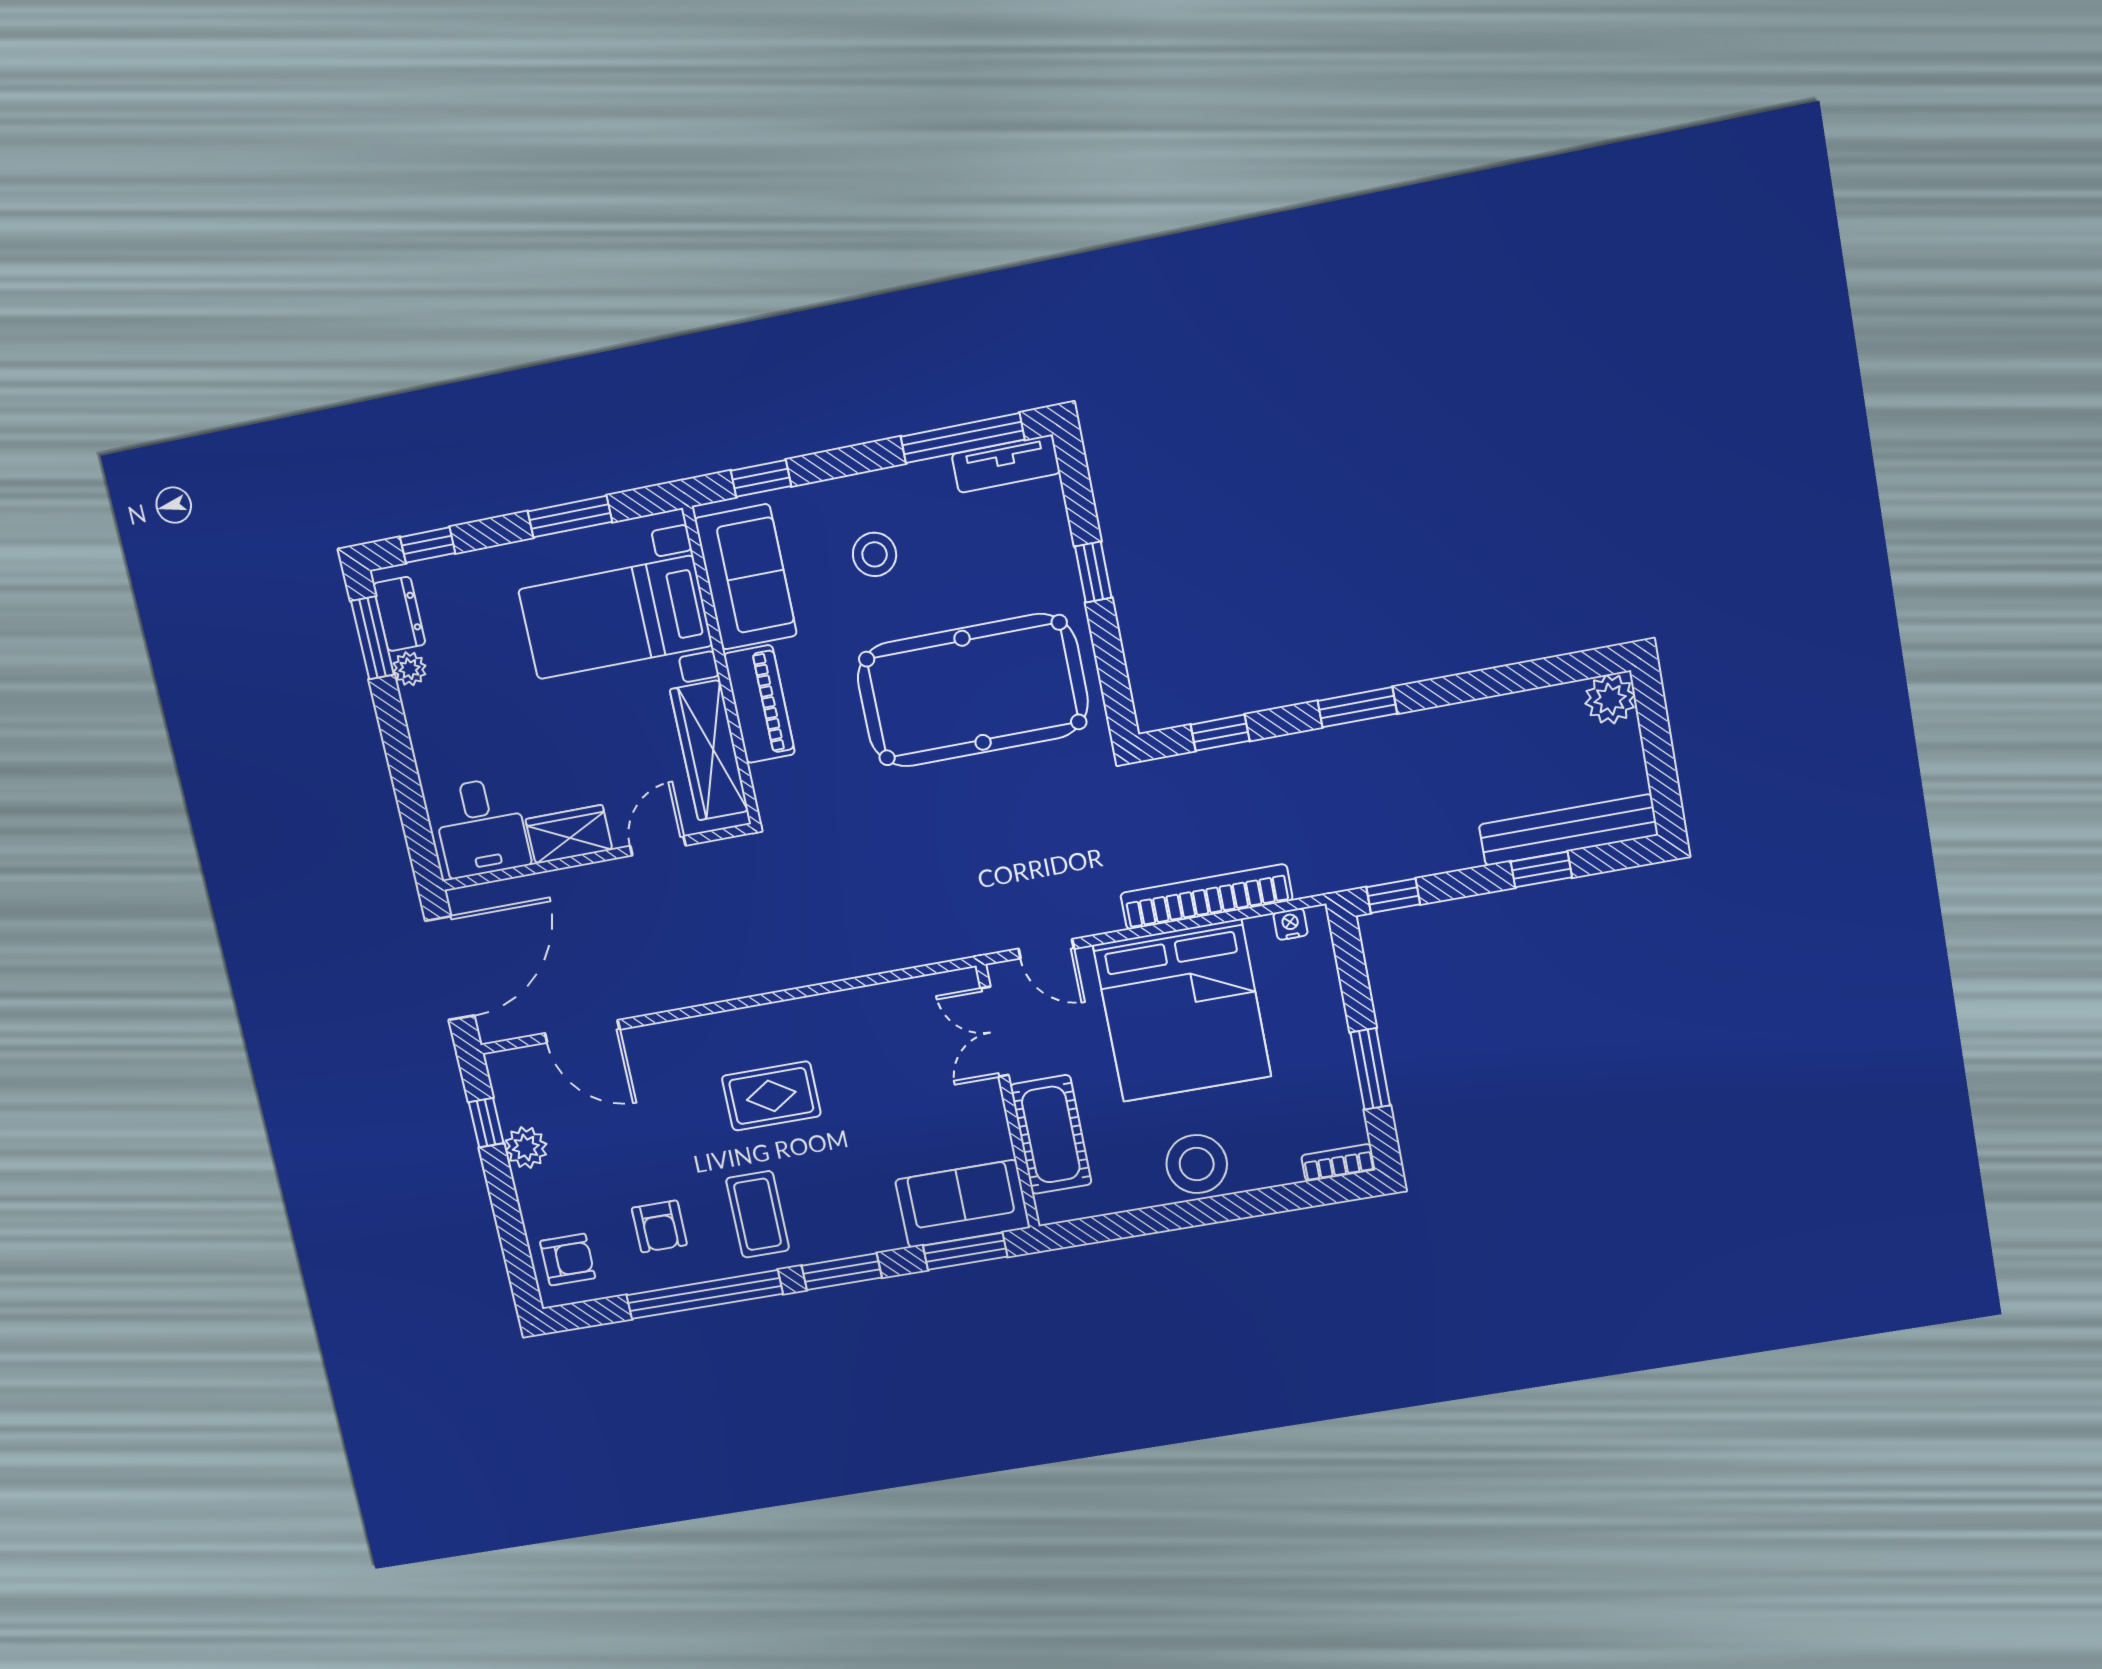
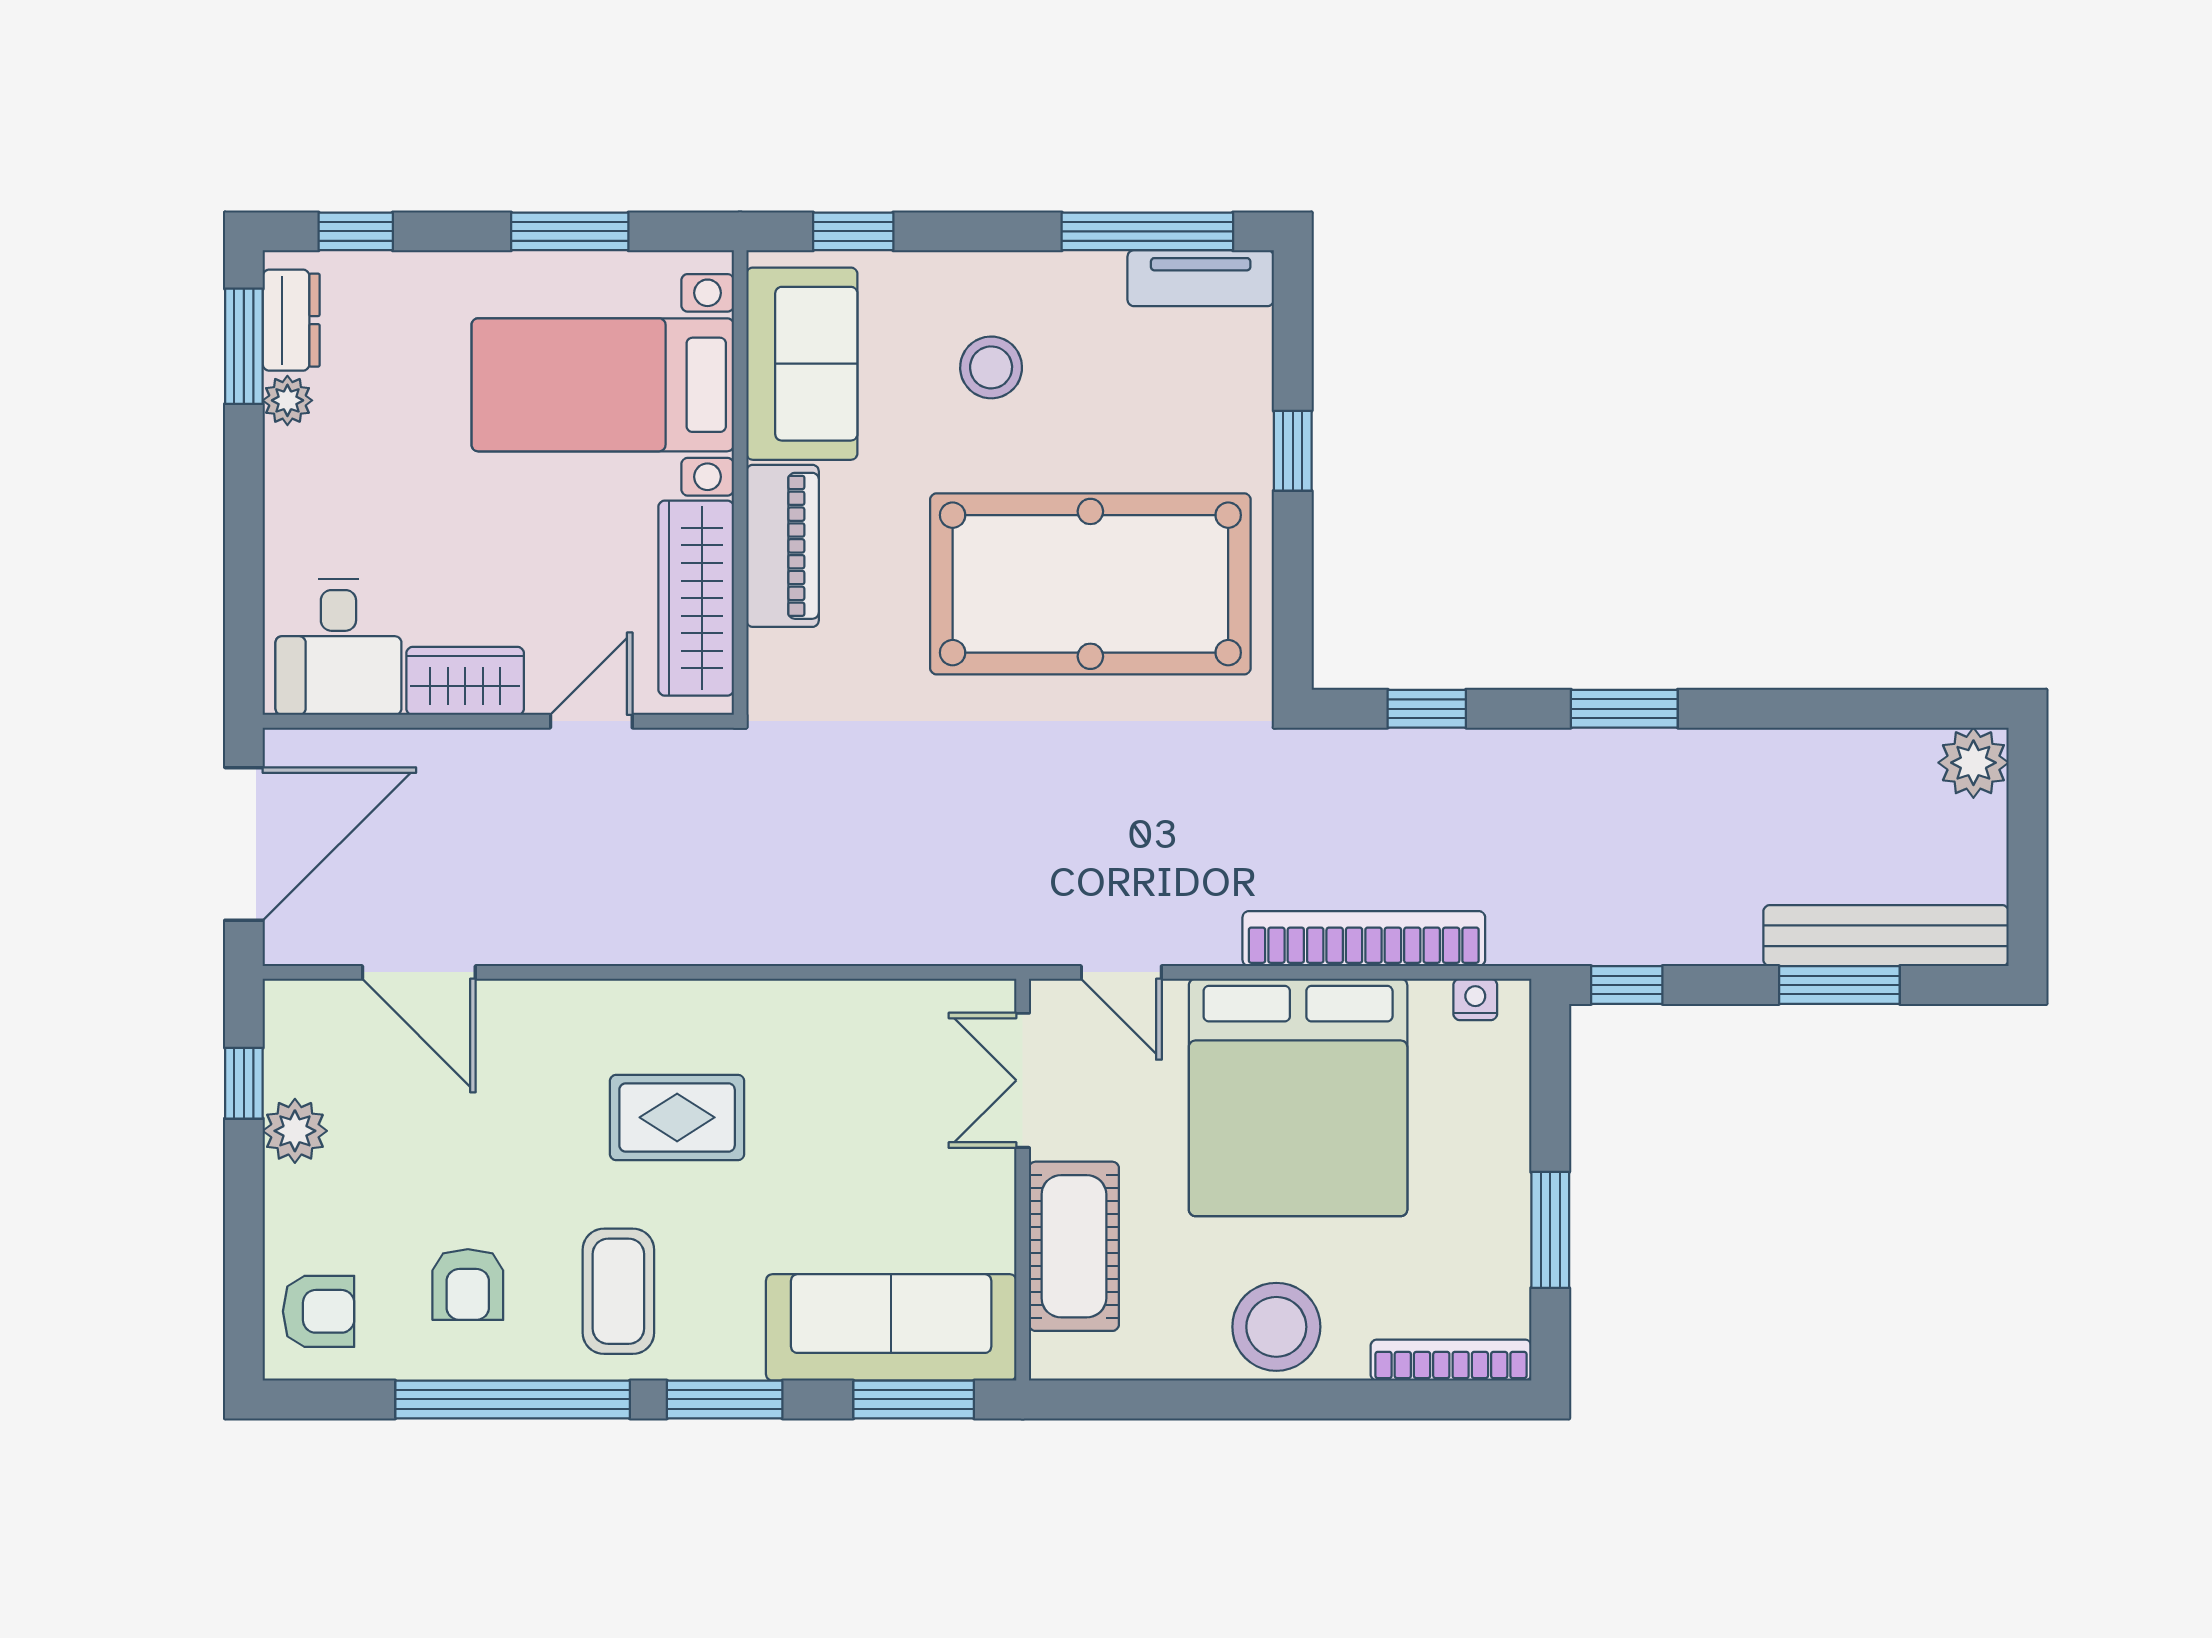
window: (1541, 869) -> (1839, 985), width x1.50
bookcase: (1338, 1163) -> (1451, 1360), width x1.56
sofa: (963, 1204) -> (891, 1327), width x1.36

